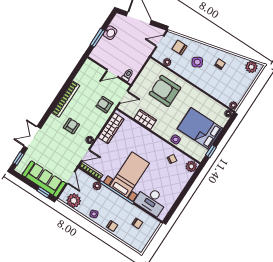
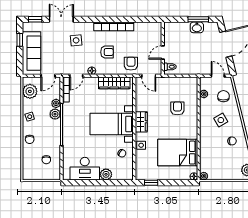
window: (97, 38) -> (198, 19), moved
door: (112, 73) -> (163, 53), hinge flipped
armchair: (165, 91) -> (177, 108), width x0.53, depth x0.53
wardrobe: (145, 119) -> (141, 122), moved
armchair: (71, 126) -> (107, 52), moved
bed: (200, 129) -> (178, 153), moved, turned -90
side table: (57, 137) -> (76, 40), added
door: (86, 155) -> (76, 76), hinge flipped
plant: (191, 166) -> (106, 174), moved
bed with nightstands: (129, 175) -> (112, 124), moved, turned 180
window: (43, 192) -> (20, 40), moved
plant: (105, 192) -> (55, 114), added
desk: (151, 201) -> (85, 169), moved, turned -90

